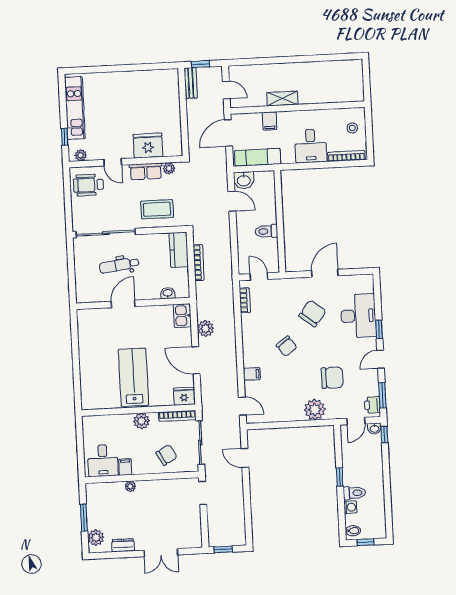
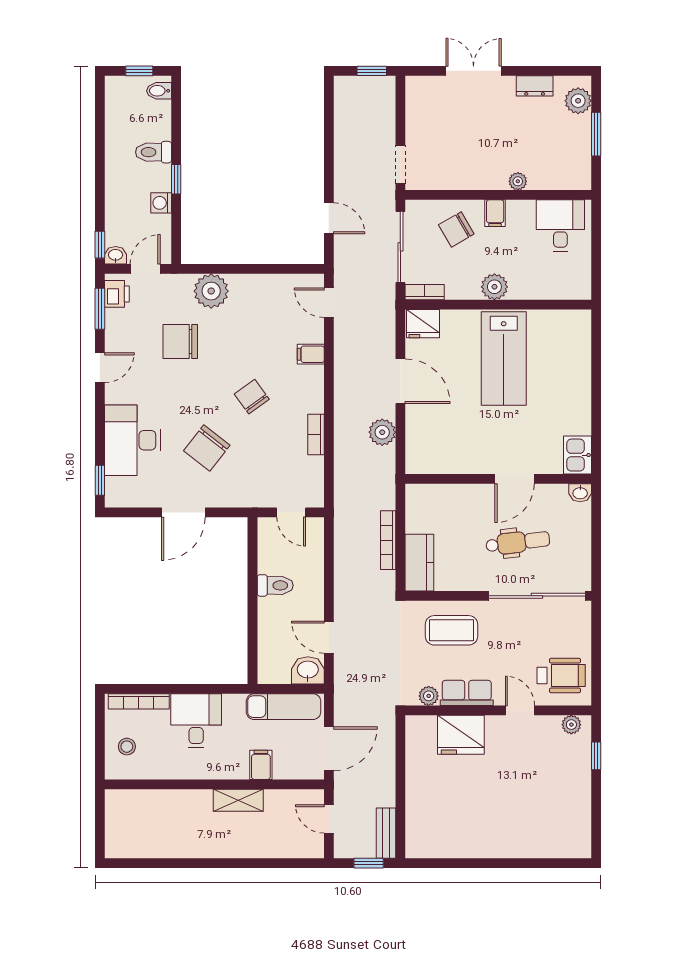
kitchen unit: (75, 108) -> (577, 802), removed
washbasin: (168, 293) -> (580, 493), moved
bookcase: (245, 300) -> (316, 434), moved
kitchen sink: (182, 316) -> (577, 455), moved, turned 180
window: (379, 329) -> (100, 480), moved
bookcase: (177, 416) -> (425, 292), width x0.64
filing cabinet: (125, 467) -> (495, 213), moved
washing machine: (350, 507) -> (161, 203), moved

